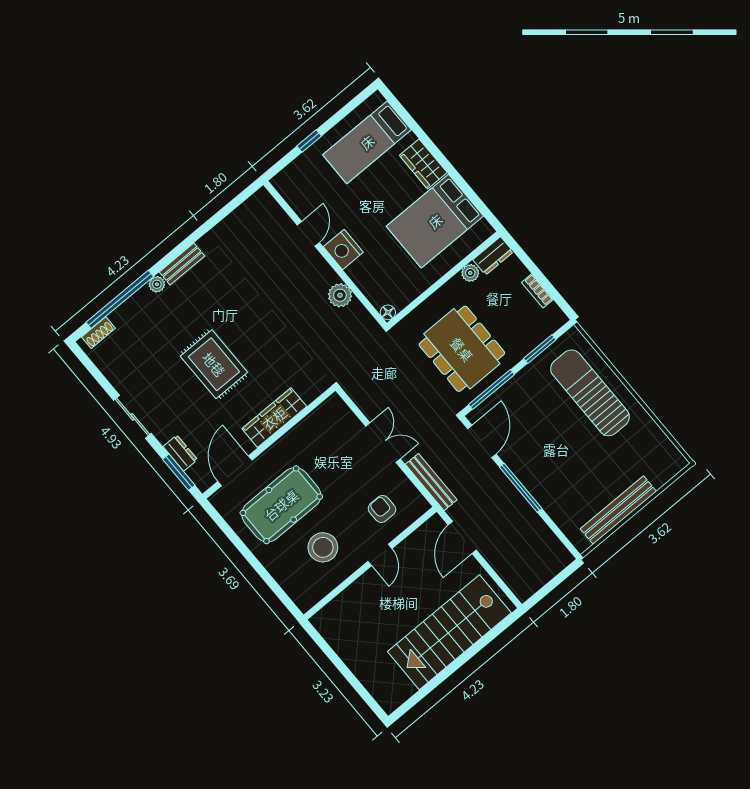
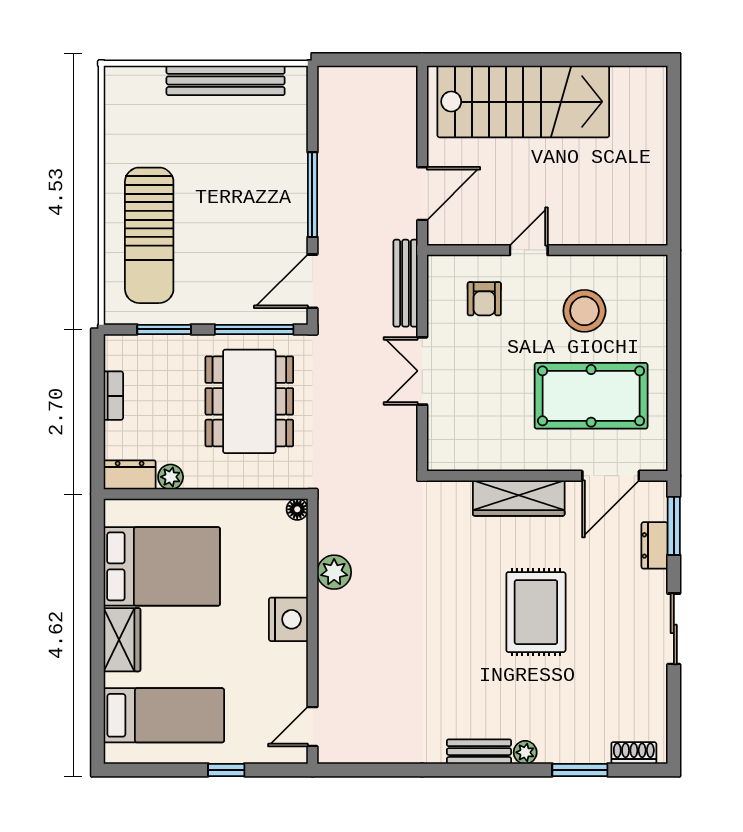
door: (308, 234) -> (312, 727), moved
window: (120, 299) -> (580, 770), width x0.47

